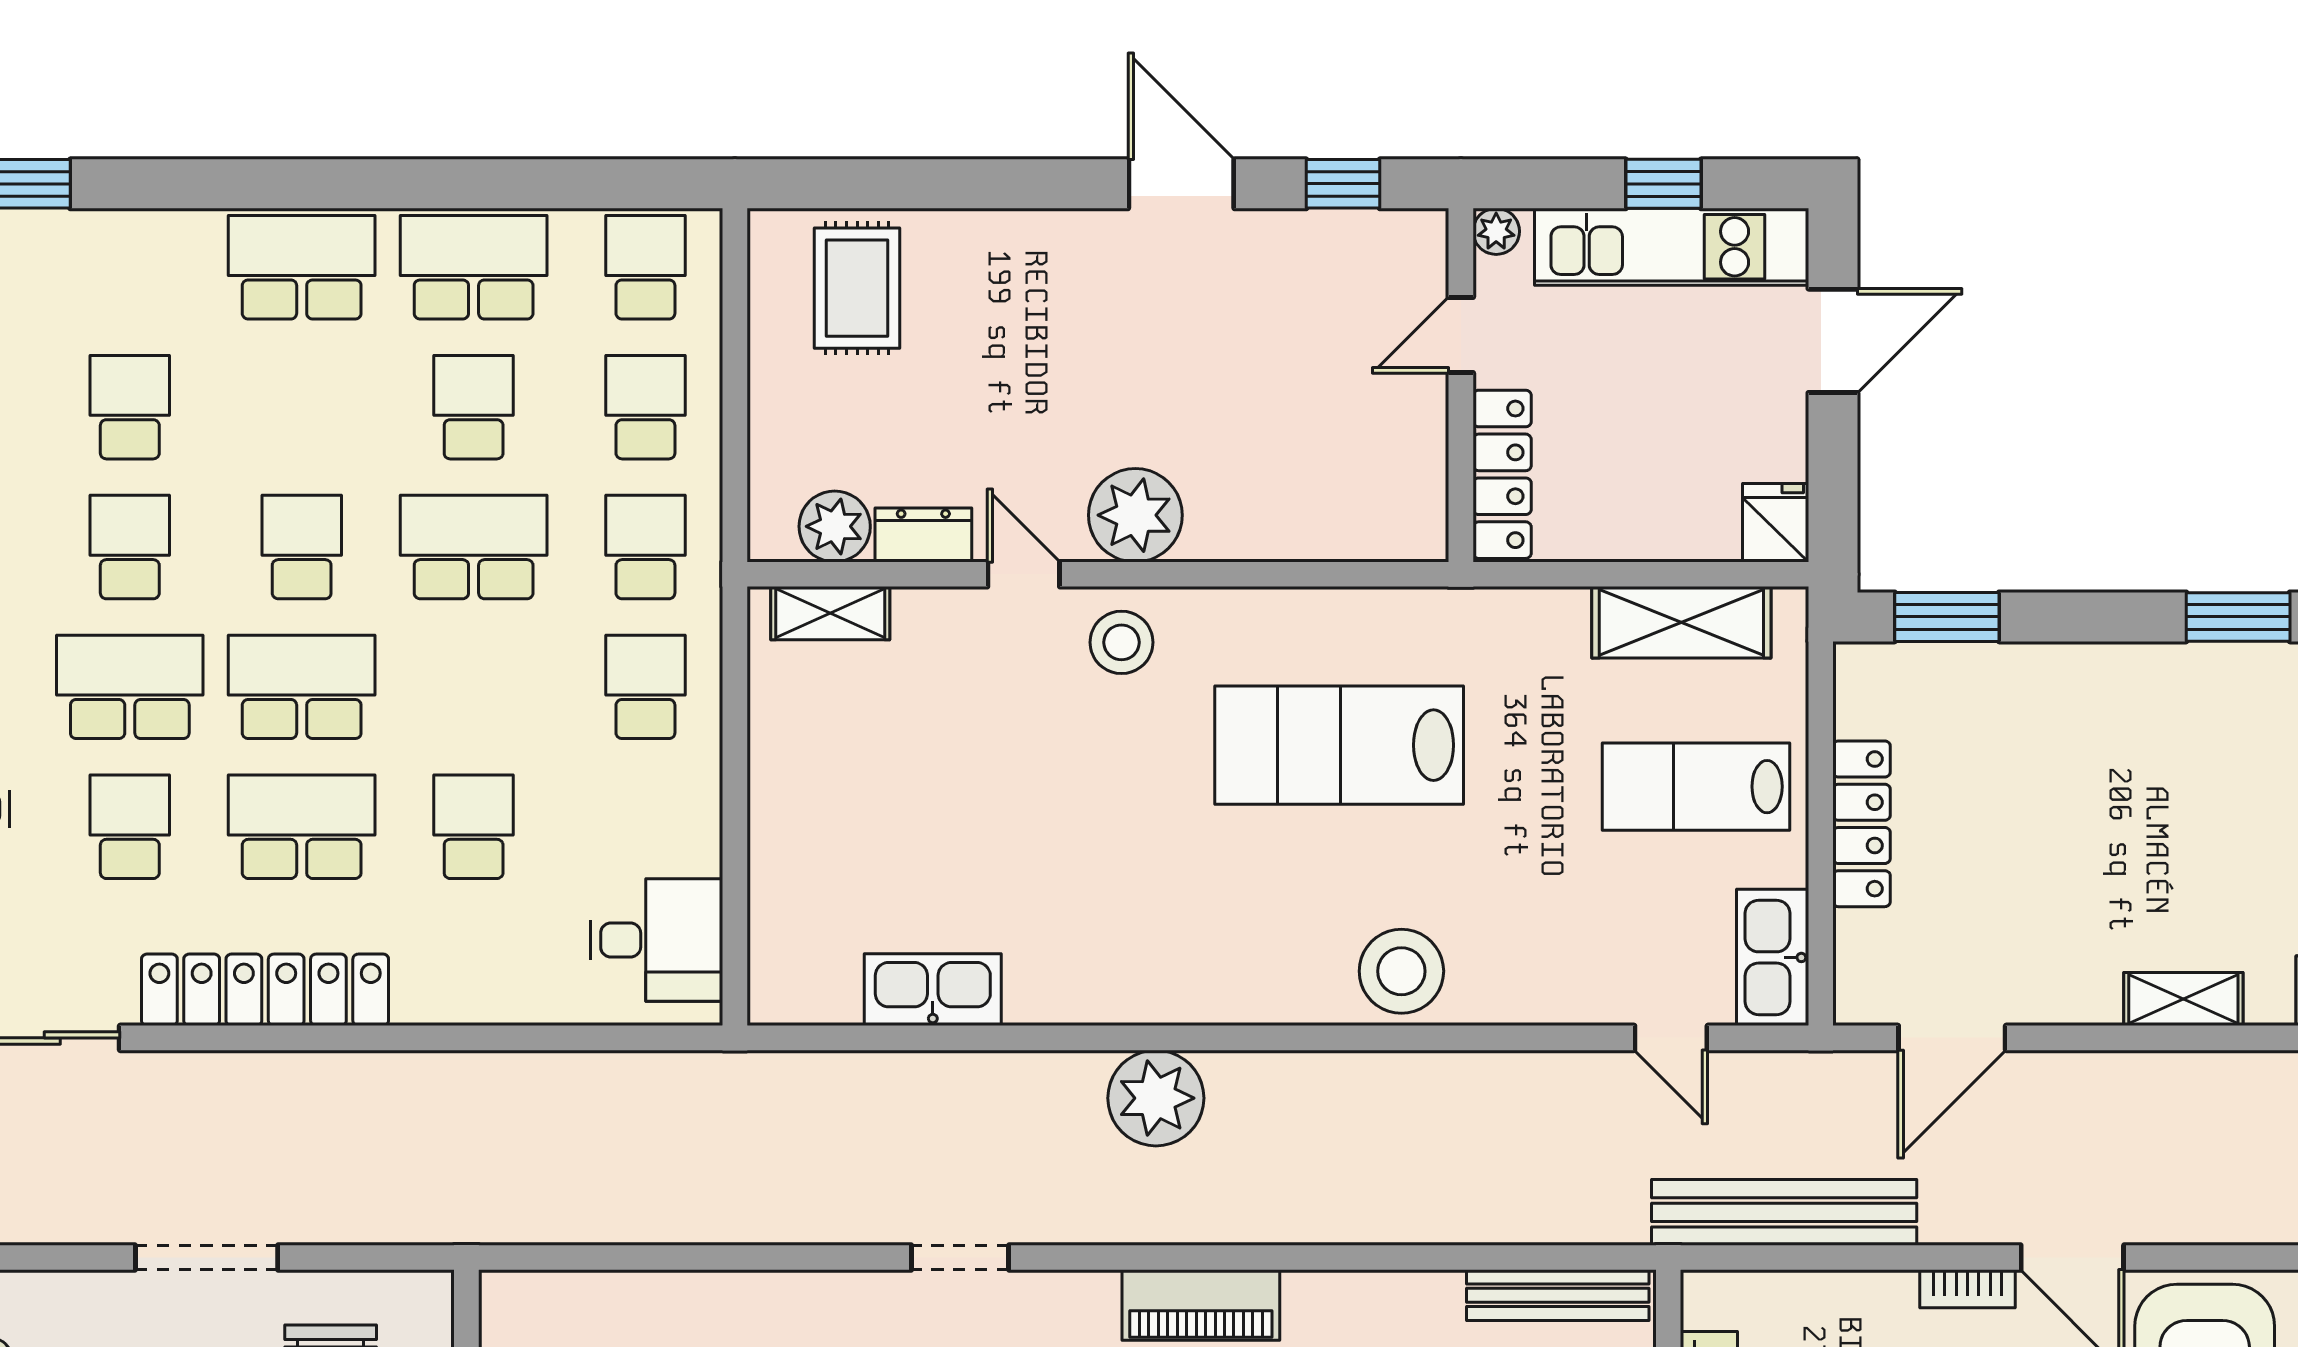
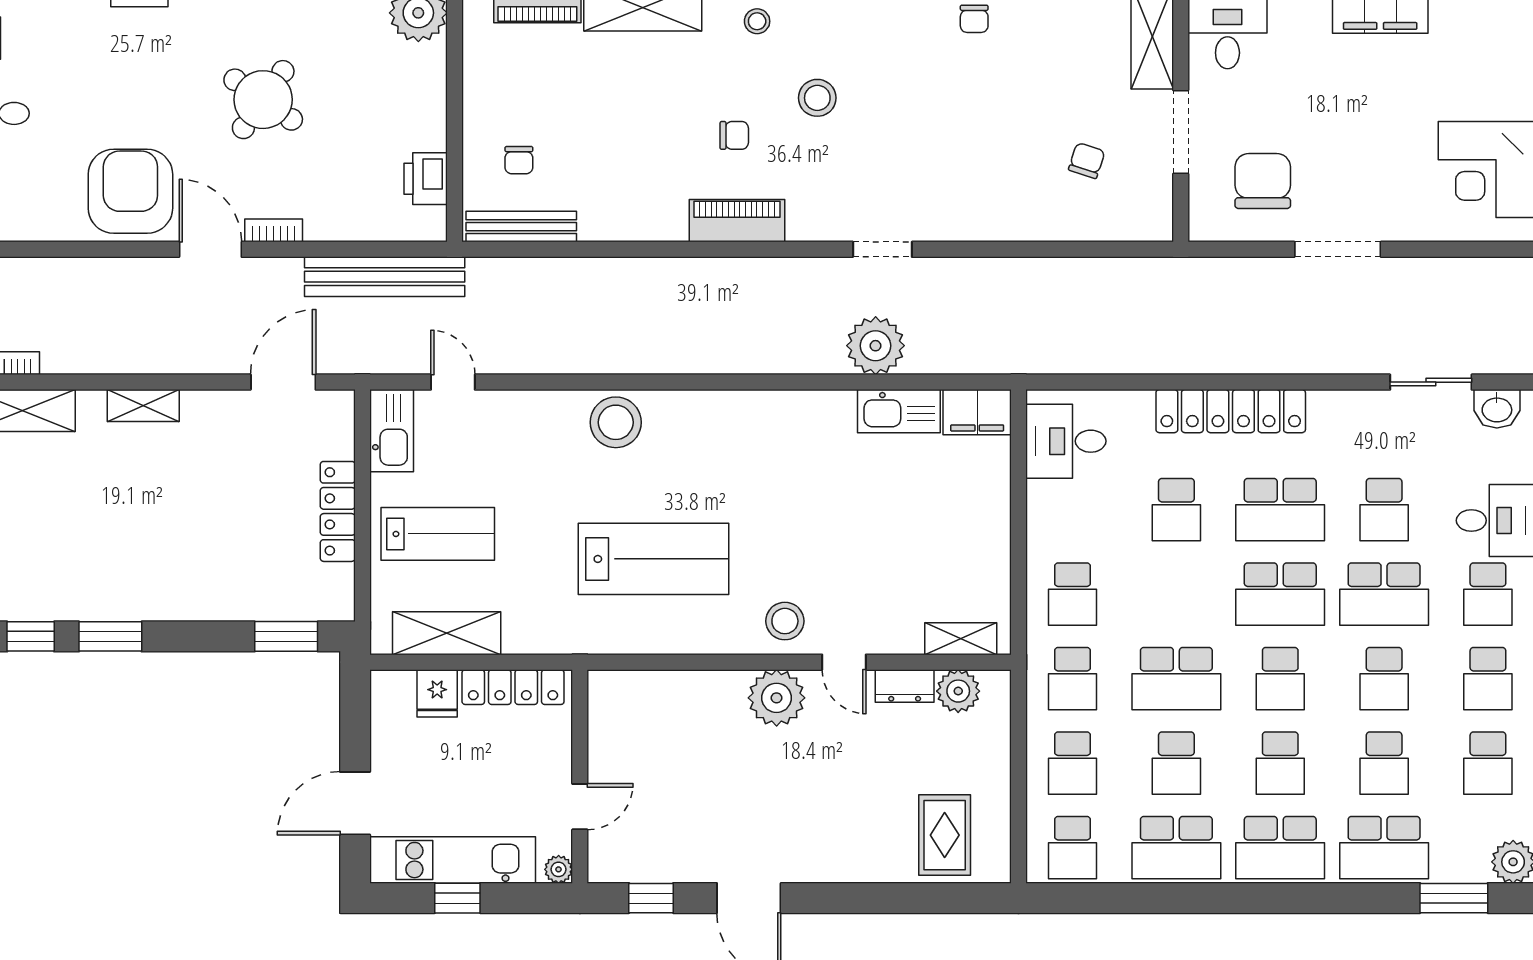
school desk: (130, 267) -> (1384, 848), added
school desk: (302, 407) -> (1280, 763), added
locker: (1502, 474) -> (513, 687), moved, turned -90
fridge: (1776, 523) -> (437, 693), moved
filing cabinet: (803, 988) -> (977, 412), added
locker: (265, 990) -> (1231, 411), moved
plant: (1156, 1098) -> (876, 346), moved

